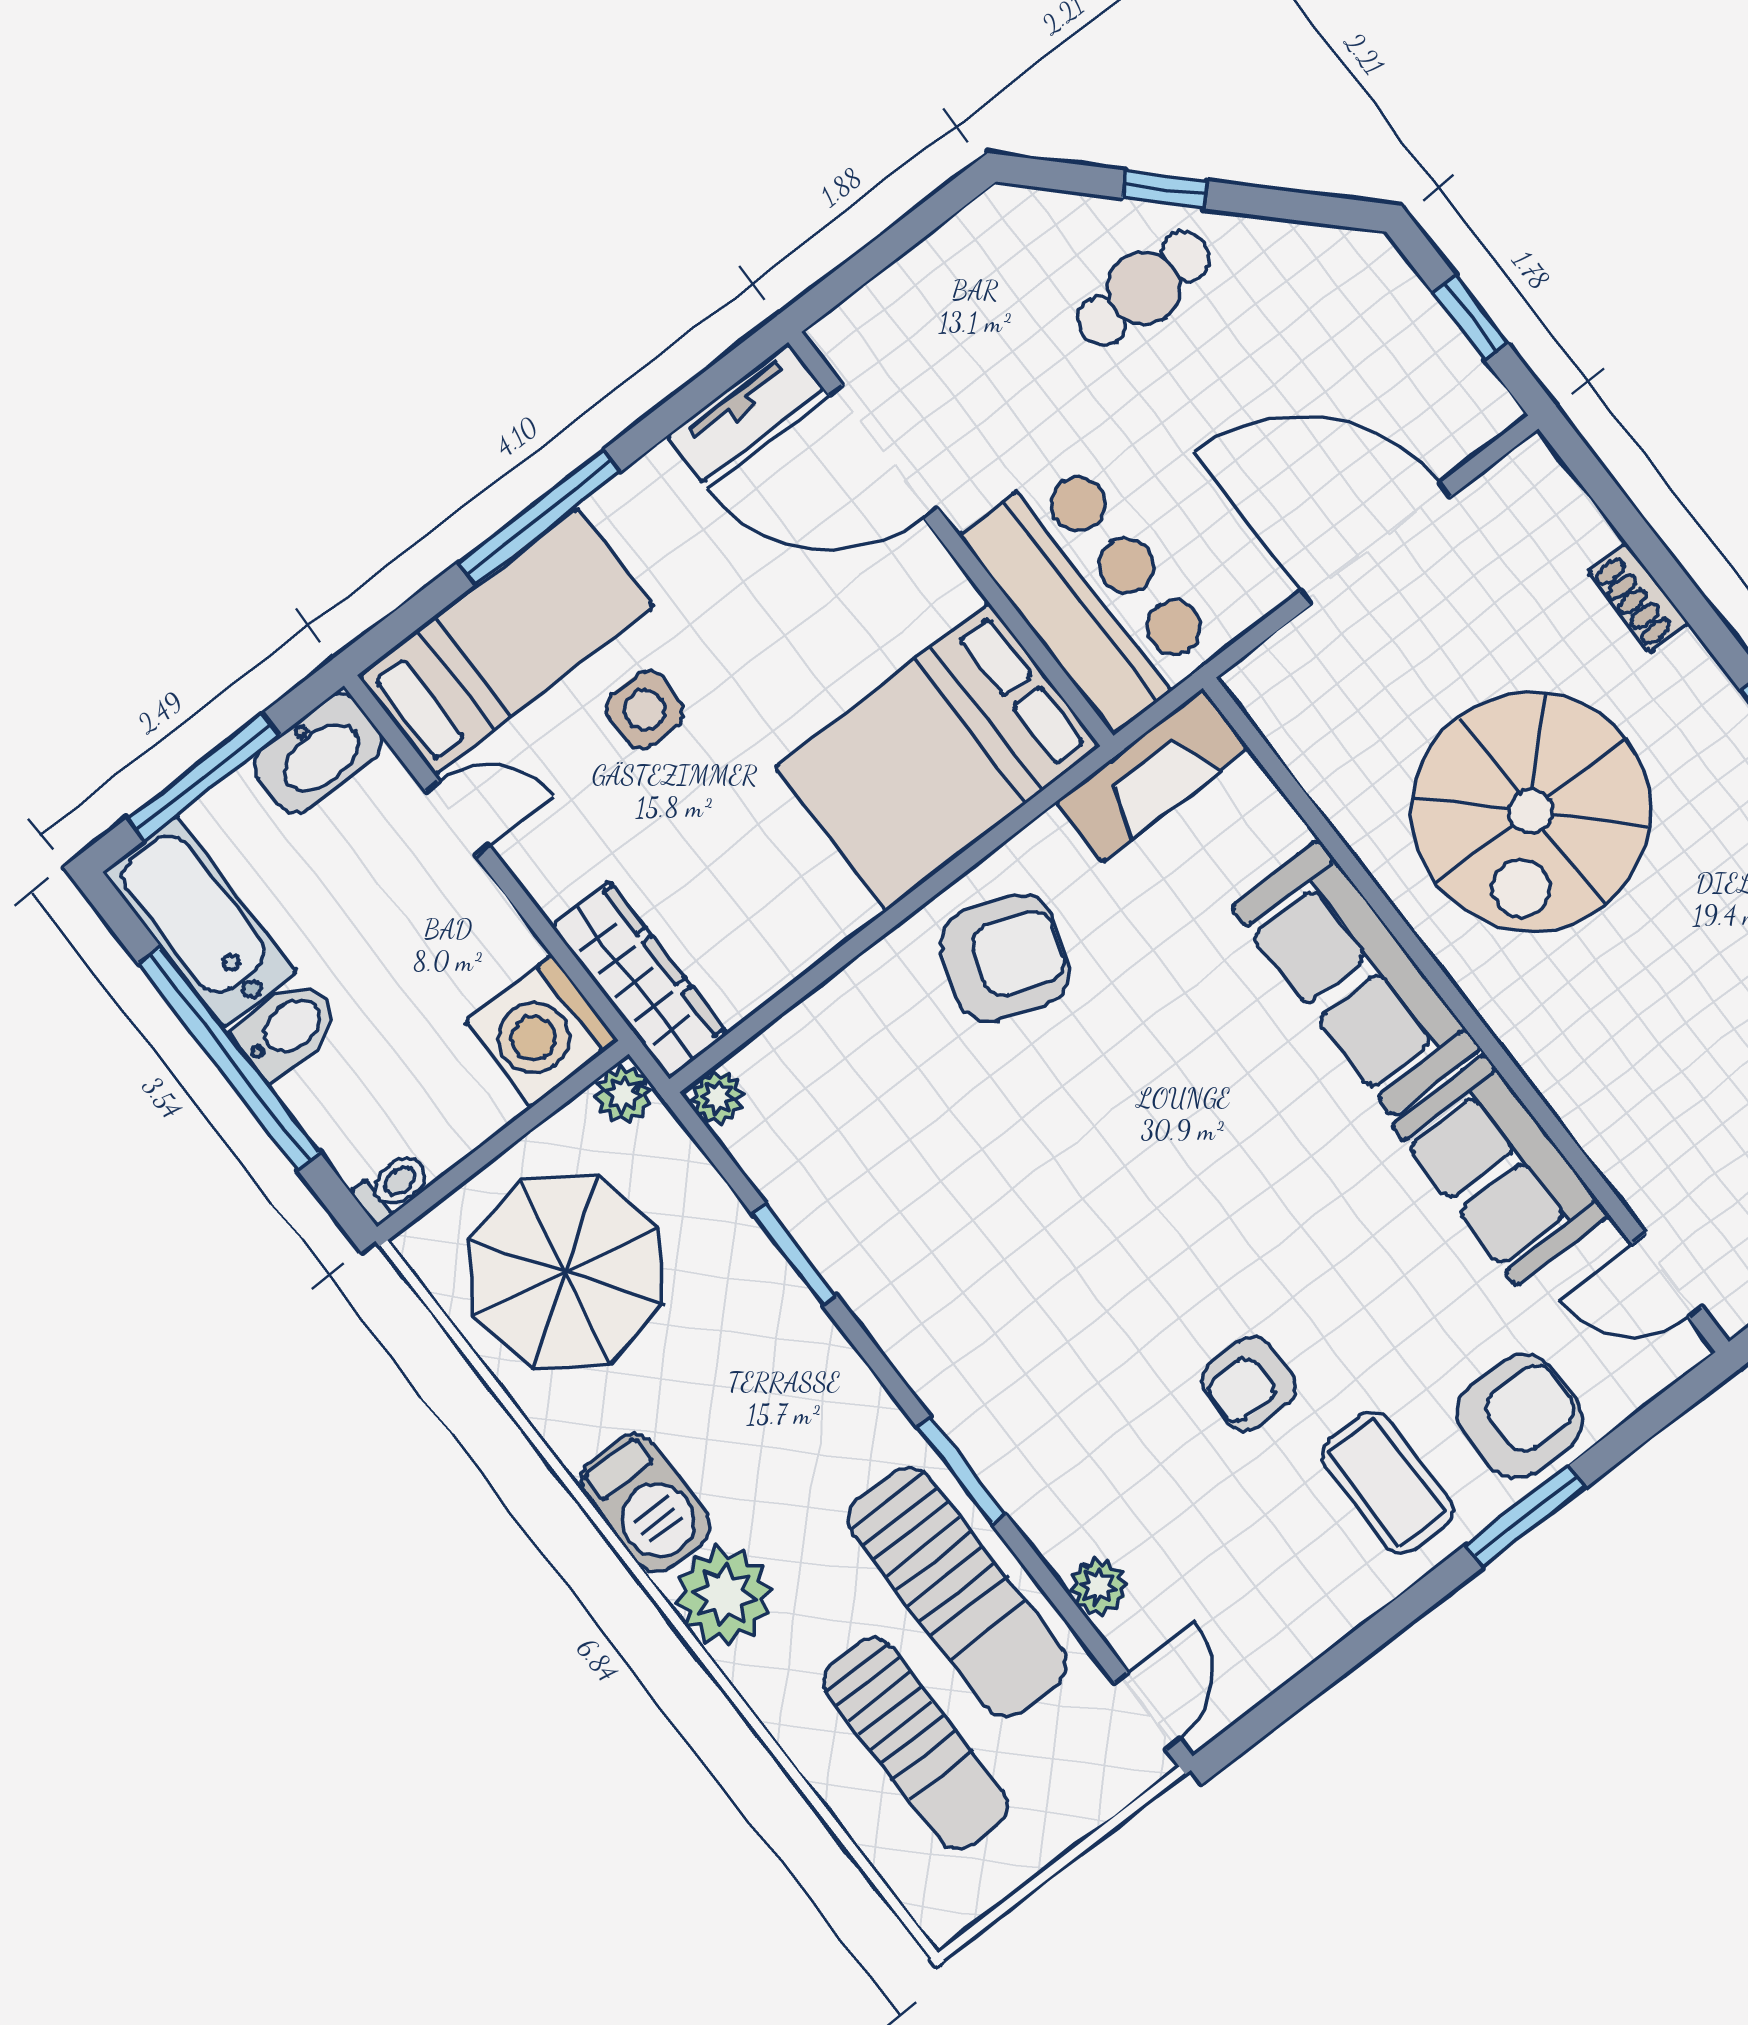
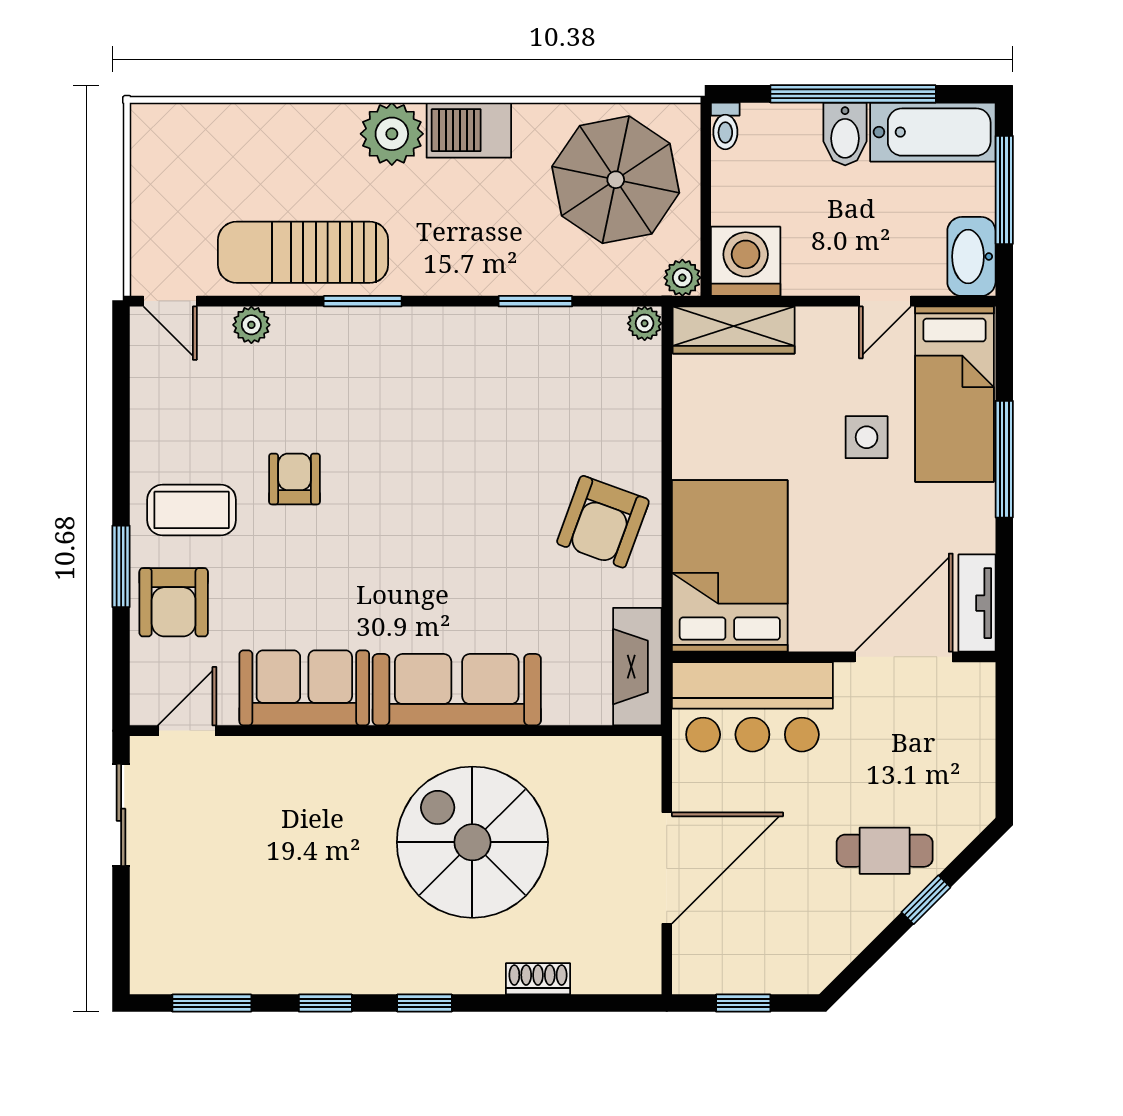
cafe table: (1144, 288) -> (885, 851), turned 90
sun lounger: (915, 1743) -> (244, 172), removed

